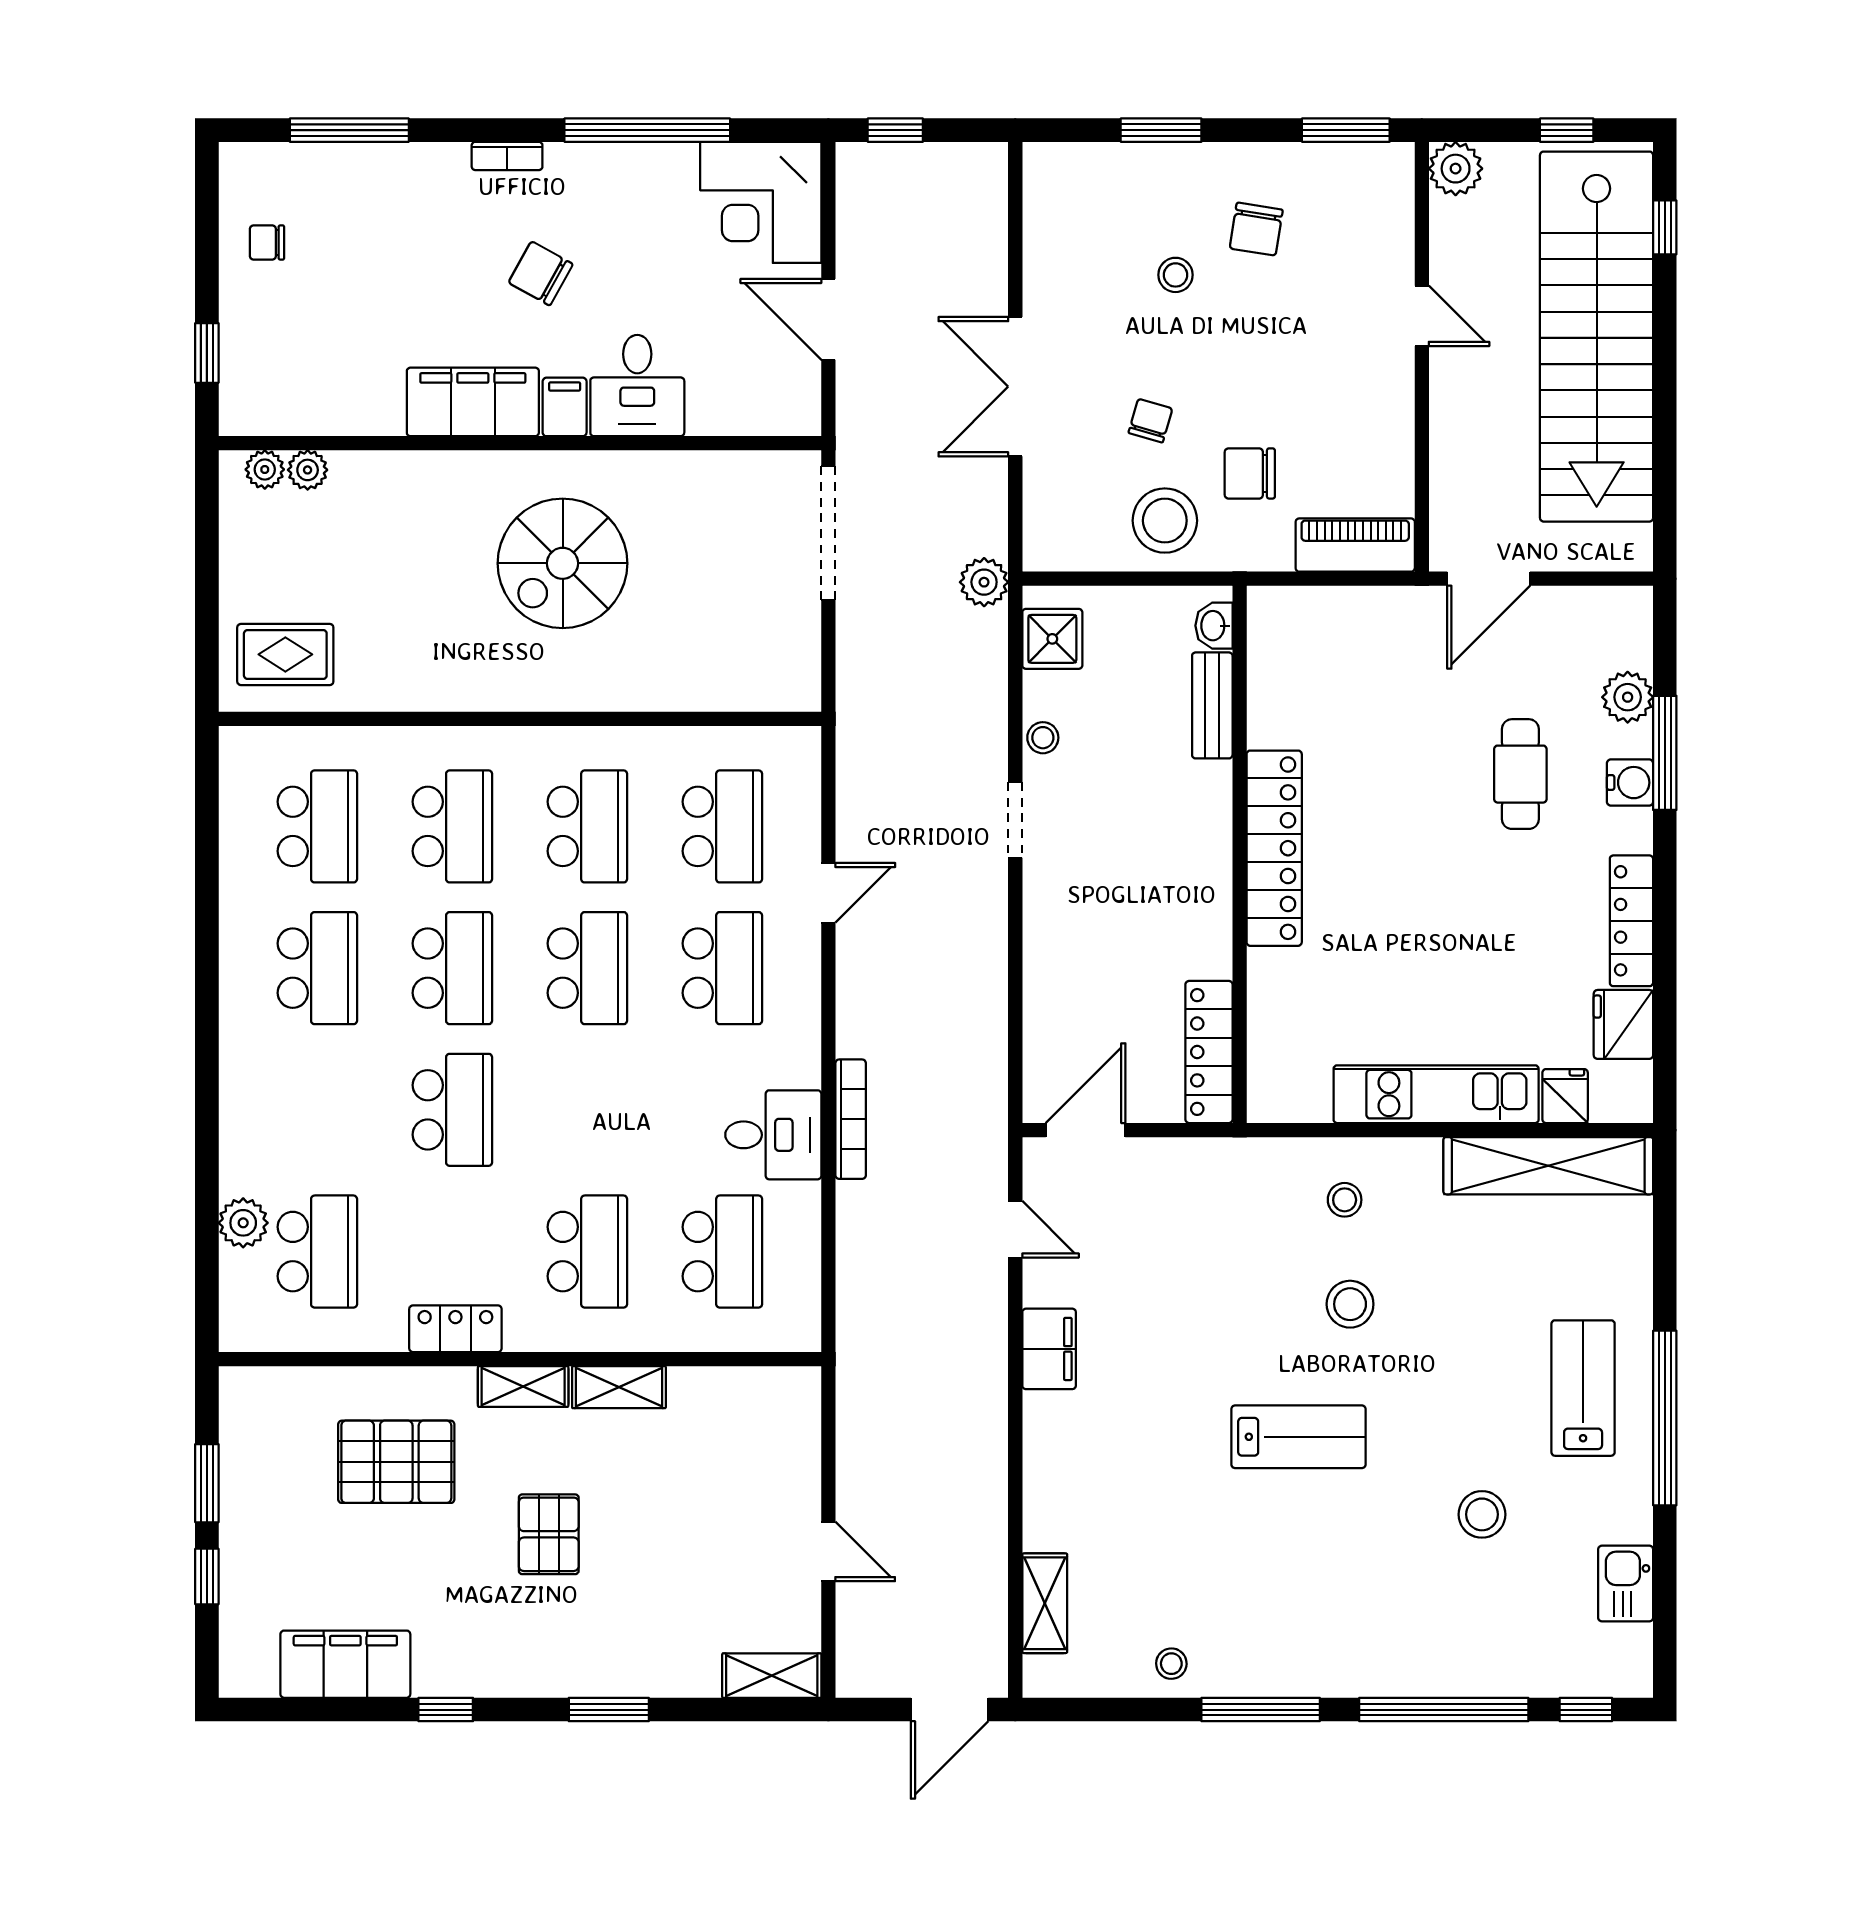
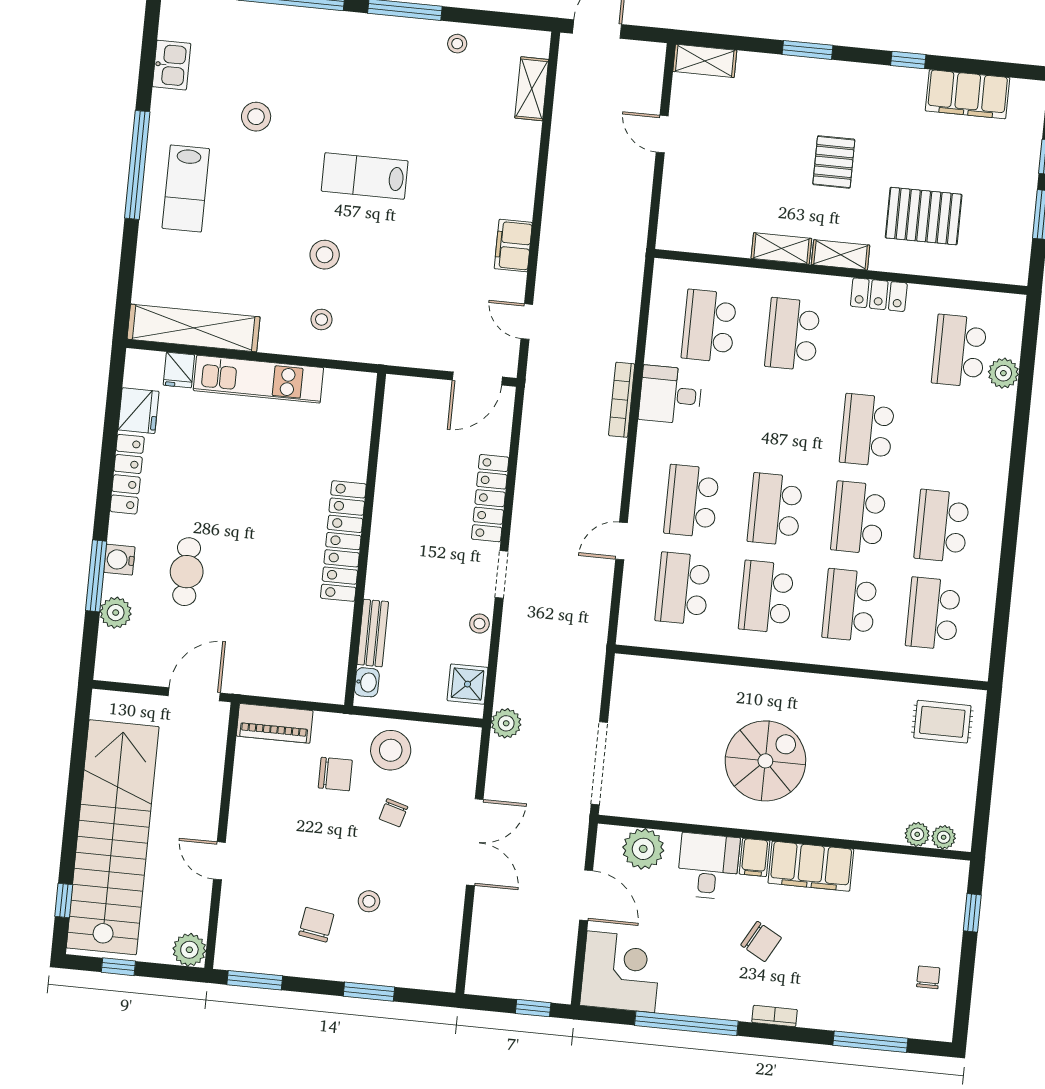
chair: (267, 242) -> (928, 977), turned -90
plant: (744, 403) -> (643, 849), added
locker: (1209, 1052) -> (490, 498), moved, turned 180

